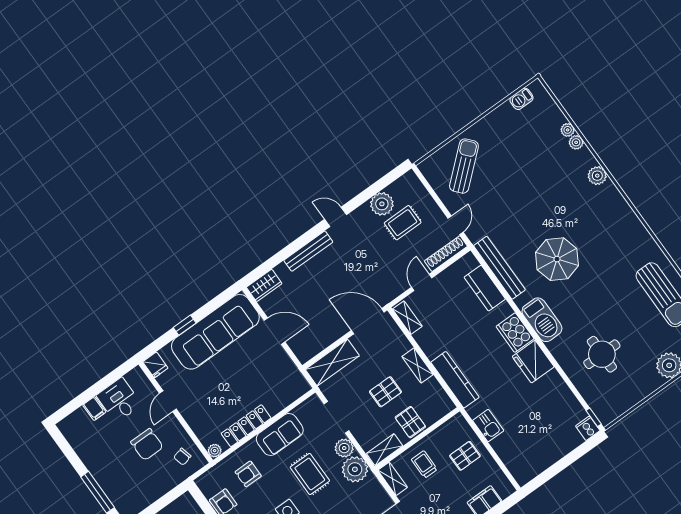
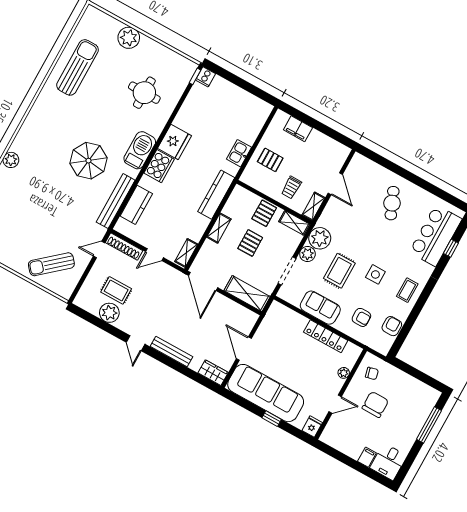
pallet: (385, 392) -> (250, 243), turned 90
desk: (119, 400) -> (388, 462), moved
plant: (215, 451) -> (344, 373), moved

